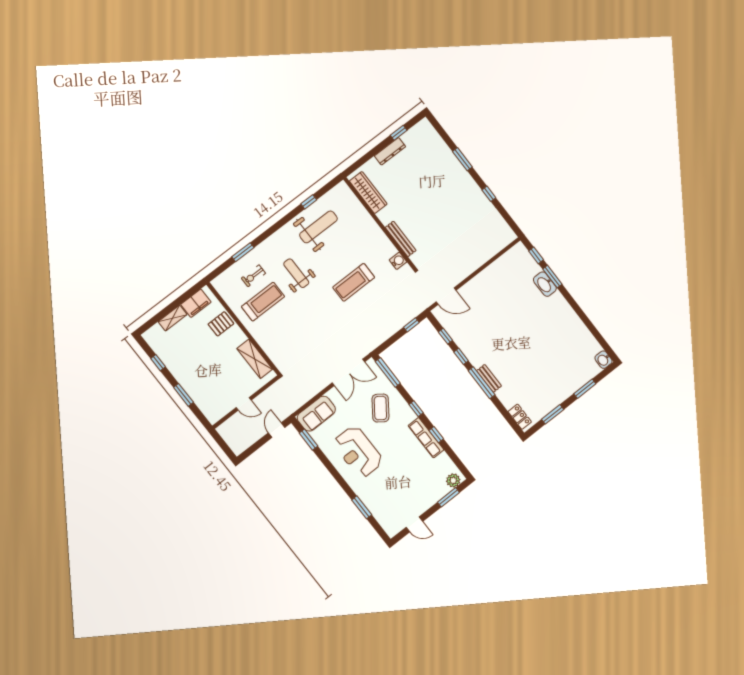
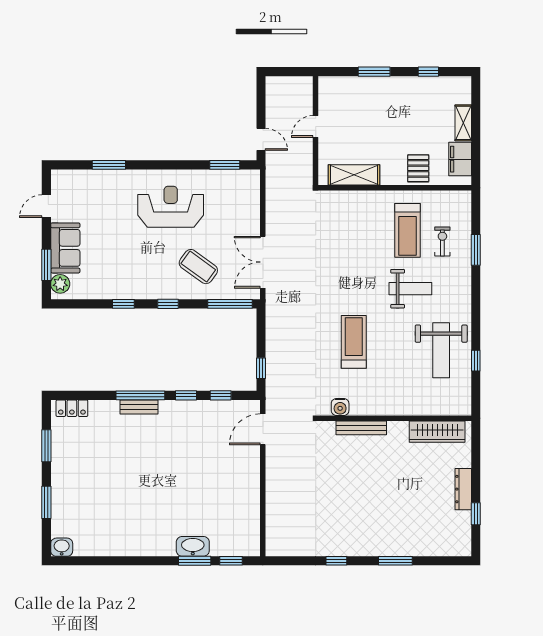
sofa: (316, 414) -> (65, 248), moved, turned 180
row of seats: (426, 438) -> (129, 290), removed

